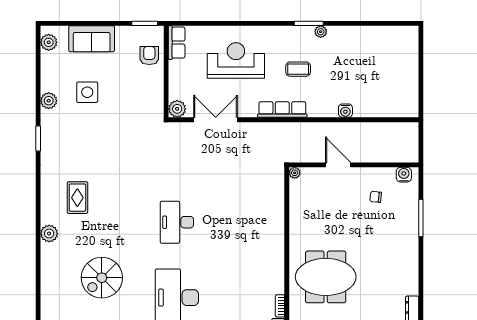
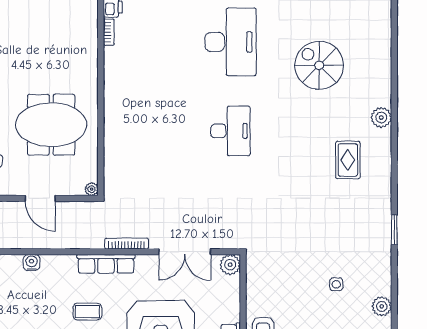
side table: (87, 92) -> (336, 284), width x0.54, depth x0.54
plant: (49, 101) -> (382, 306), moved
bookcase: (265, 127) -> (127, 244), added
meeting table: (326, 277) -> (51, 125), moved
spiral stairs: (102, 278) -> (319, 65), turned -90

